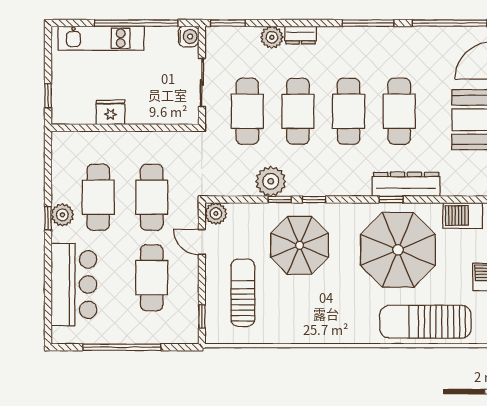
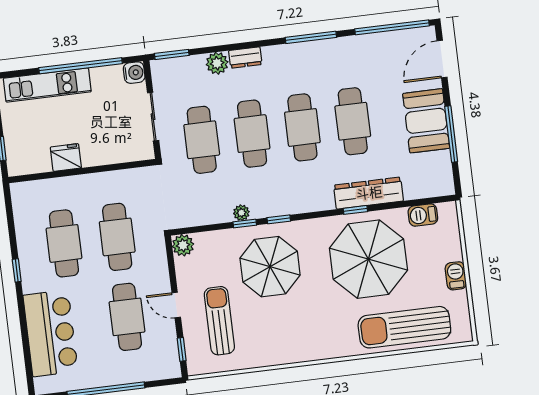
plant: (271, 181) -> (241, 213), width x0.53, depth x0.53
plant: (62, 215) -> (30, 265), removed
barbecue: (463, 215) -> (423, 215), width x0.73, depth x0.79
door: (202, 242) -> (176, 305), moved

